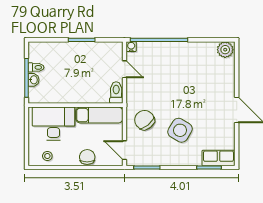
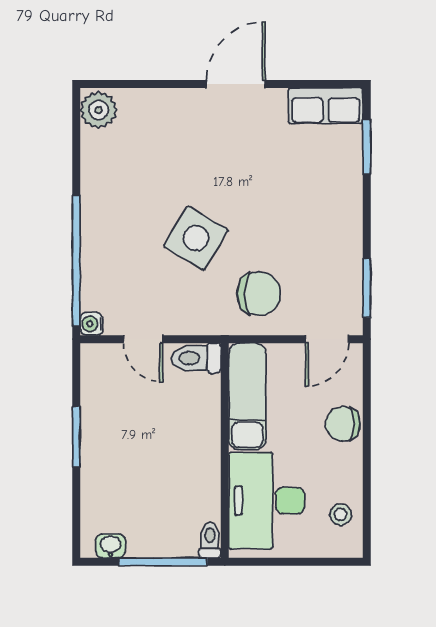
toilet: (36, 67) -> (210, 540), moved
door: (124, 69) -> (143, 339), swing flipped
washbasin: (34, 80) -> (111, 546), moved
chair: (144, 120) -> (259, 294), turned -141
side table: (180, 130) -> (196, 238), moved
row of seats: (218, 158) -> (326, 106), moved, turned -90

